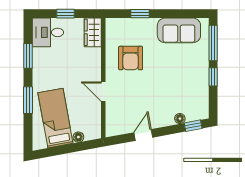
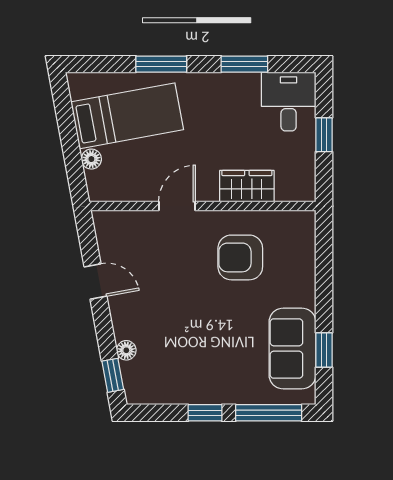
window: (140, 14) -> (324, 350), moved
wardrobe: (93, 32) -> (247, 186), moved

